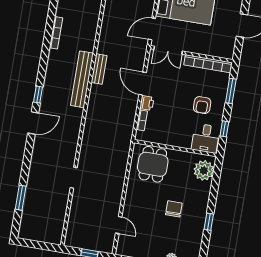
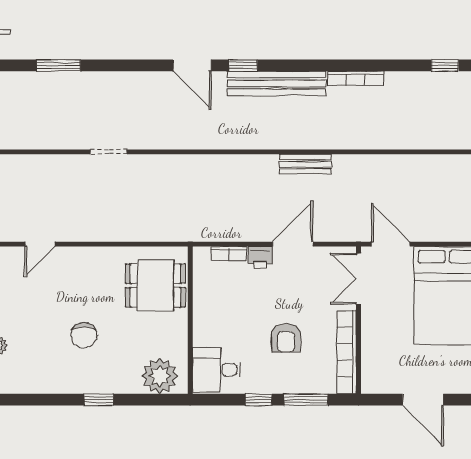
bench: (82, 79) -> (277, 83), moved
armchair: (202, 105) -> (286, 338), moved, turned -90
window: (224, 129) -> (259, 400), moved
chair: (174, 209) -> (84, 335), turned 90
window: (209, 222) -> (99, 400), moved

